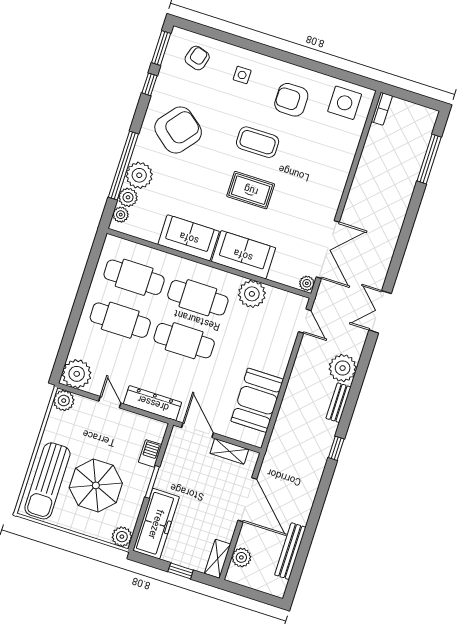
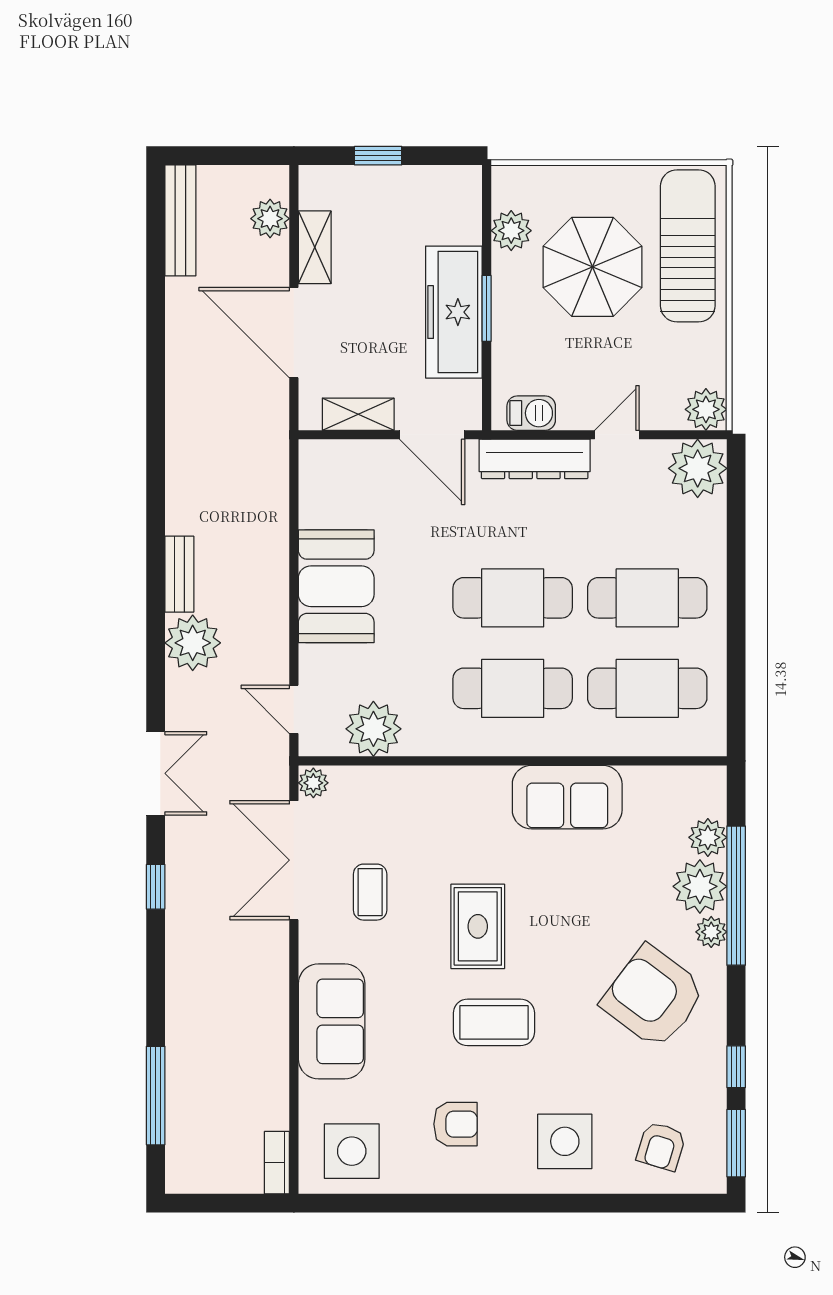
side table: (242, 75) -> (565, 1141), width x1.87, depth x1.87
armchair: (291, 100) -> (456, 1124), width x0.72, depth x0.72
armchair: (178, 130) -> (653, 997), turned 88
rug: (251, 190) -> (478, 926), turned 90
plant: (121, 215) -> (711, 932), moved
coffee table: (296, 223) -> (370, 892), added
sofa: (243, 255) -> (332, 1021), moved, turned -90
plant: (252, 294) -> (373, 729), moved
booth: (257, 400) -> (336, 586), moved
door: (110, 402) -> (617, 435), swing flipped
window: (336, 448) -> (156, 887), moved
barbecue: (150, 453) -> (531, 413), moved, turned -90
freezer: (156, 524) -> (454, 312), moved
plant: (122, 537) -> (511, 231), moved
bench: (290, 551) -> (180, 220), moved
shelving: (218, 559) -> (315, 247), moved

